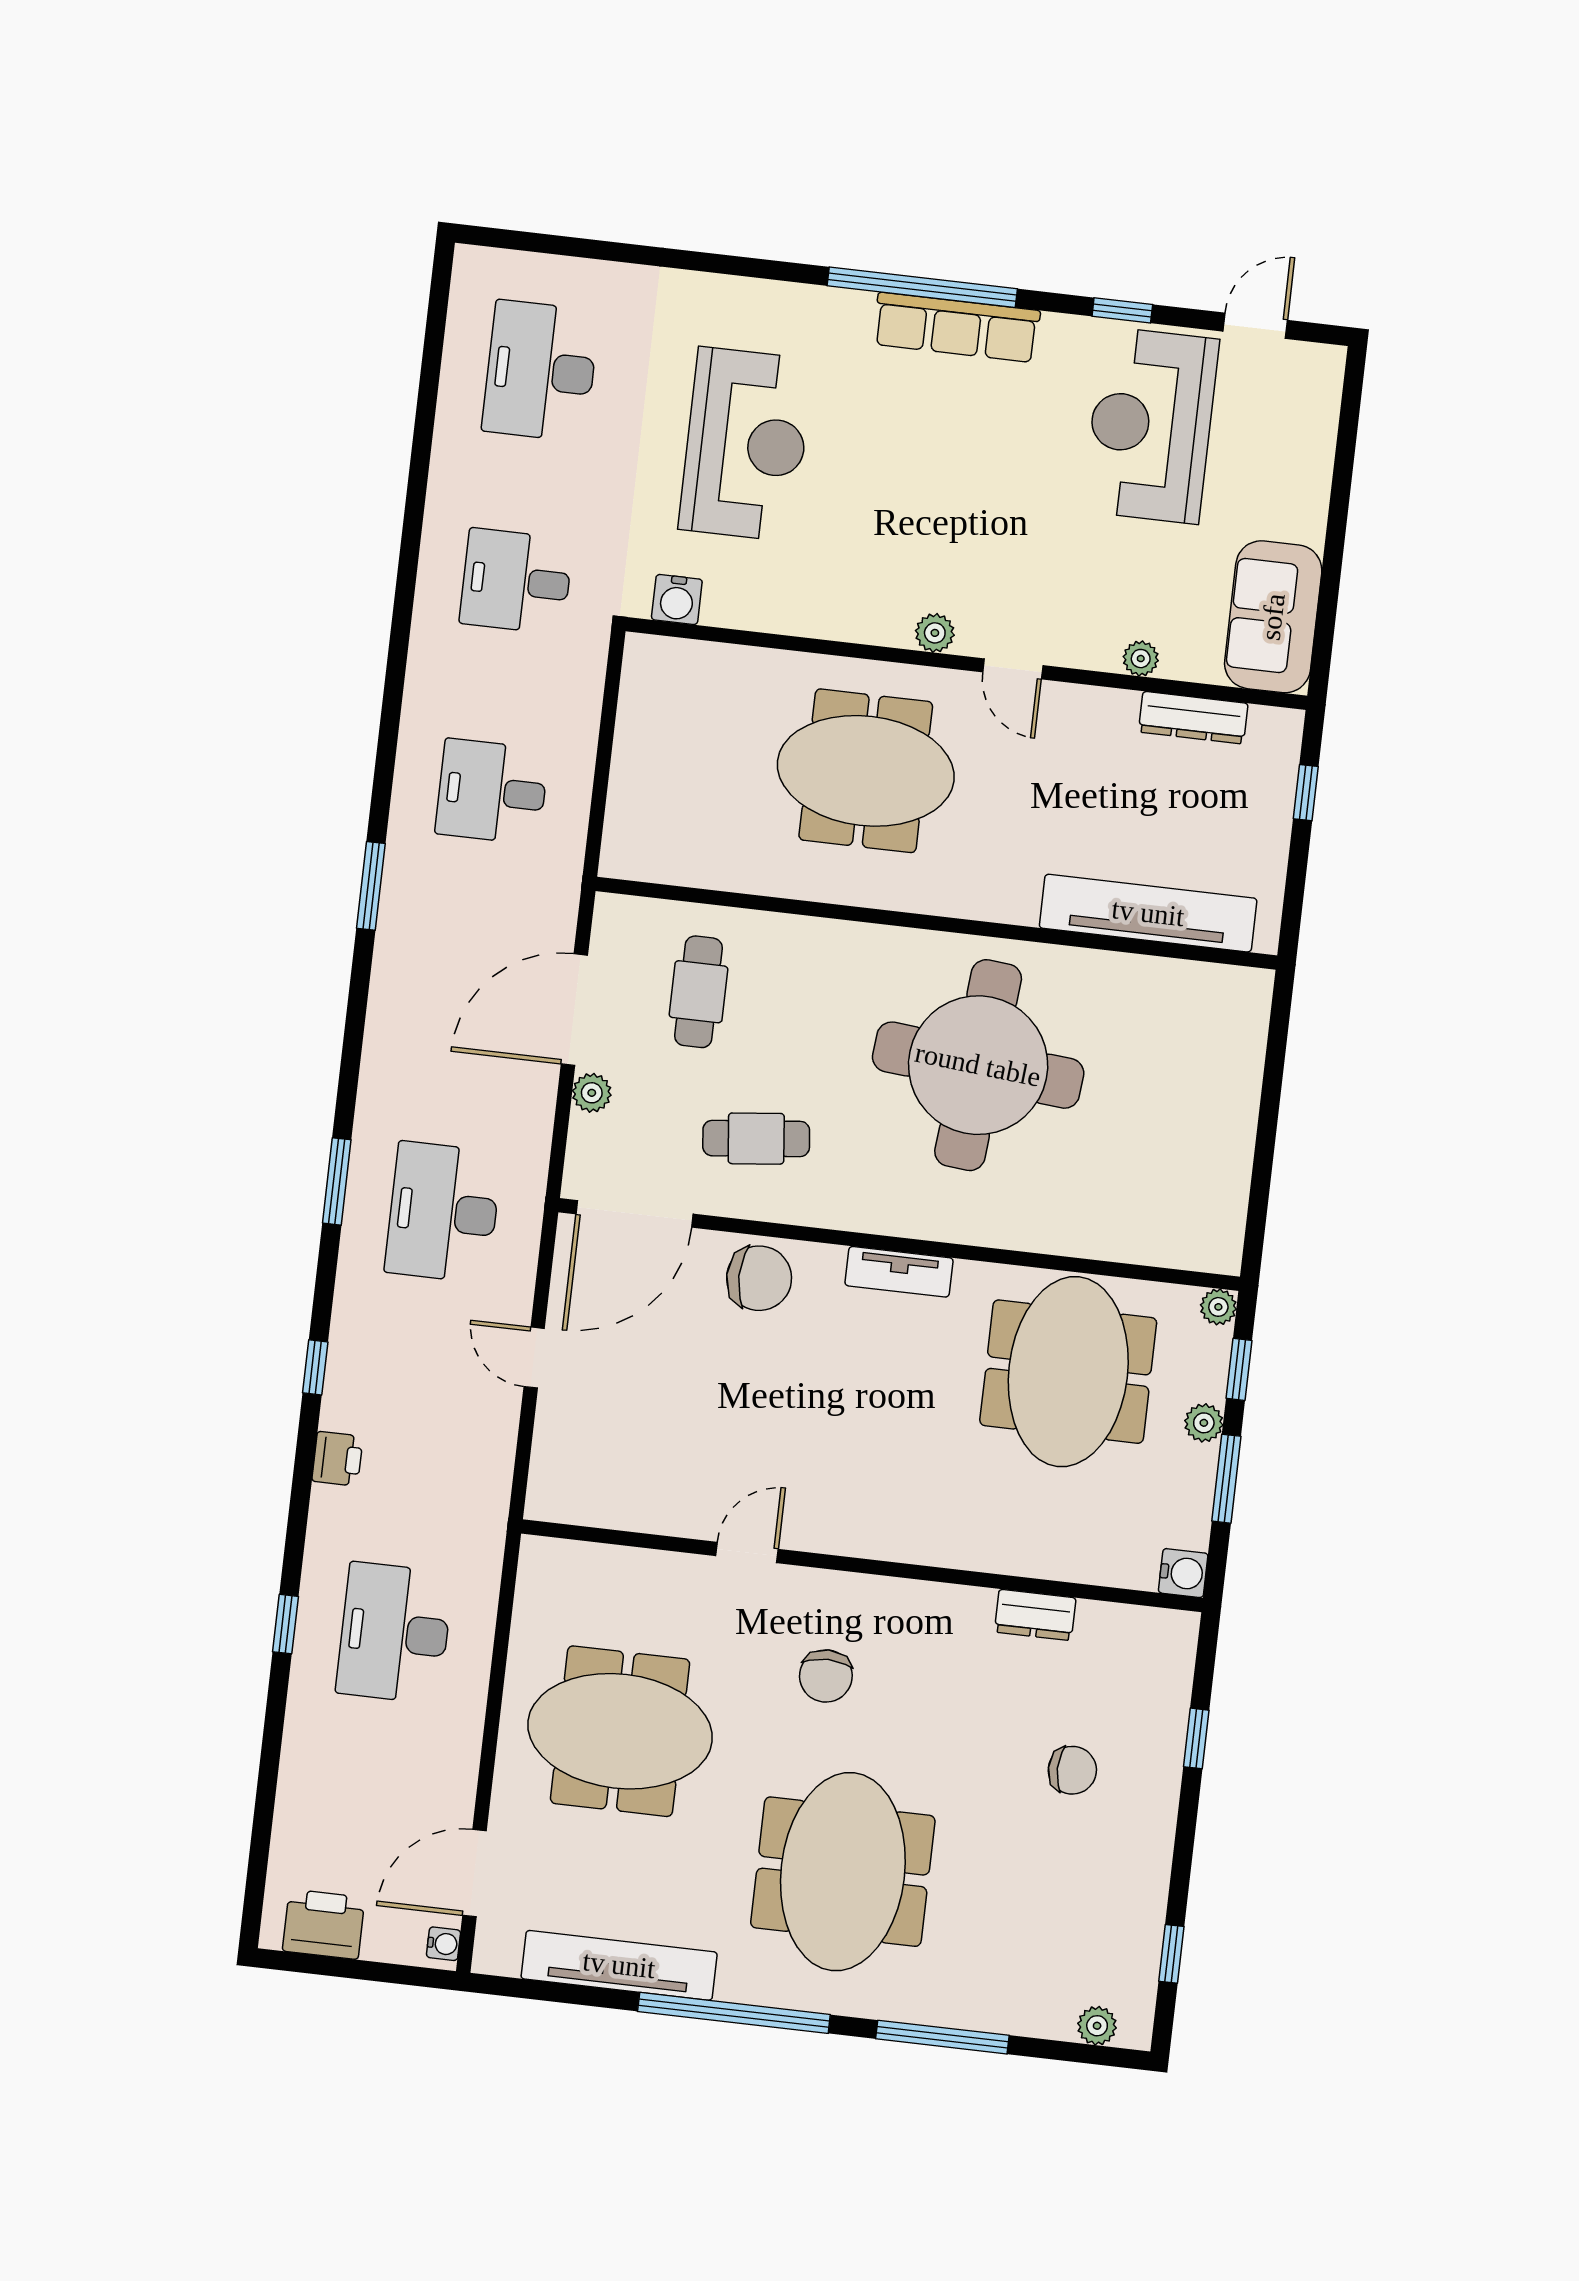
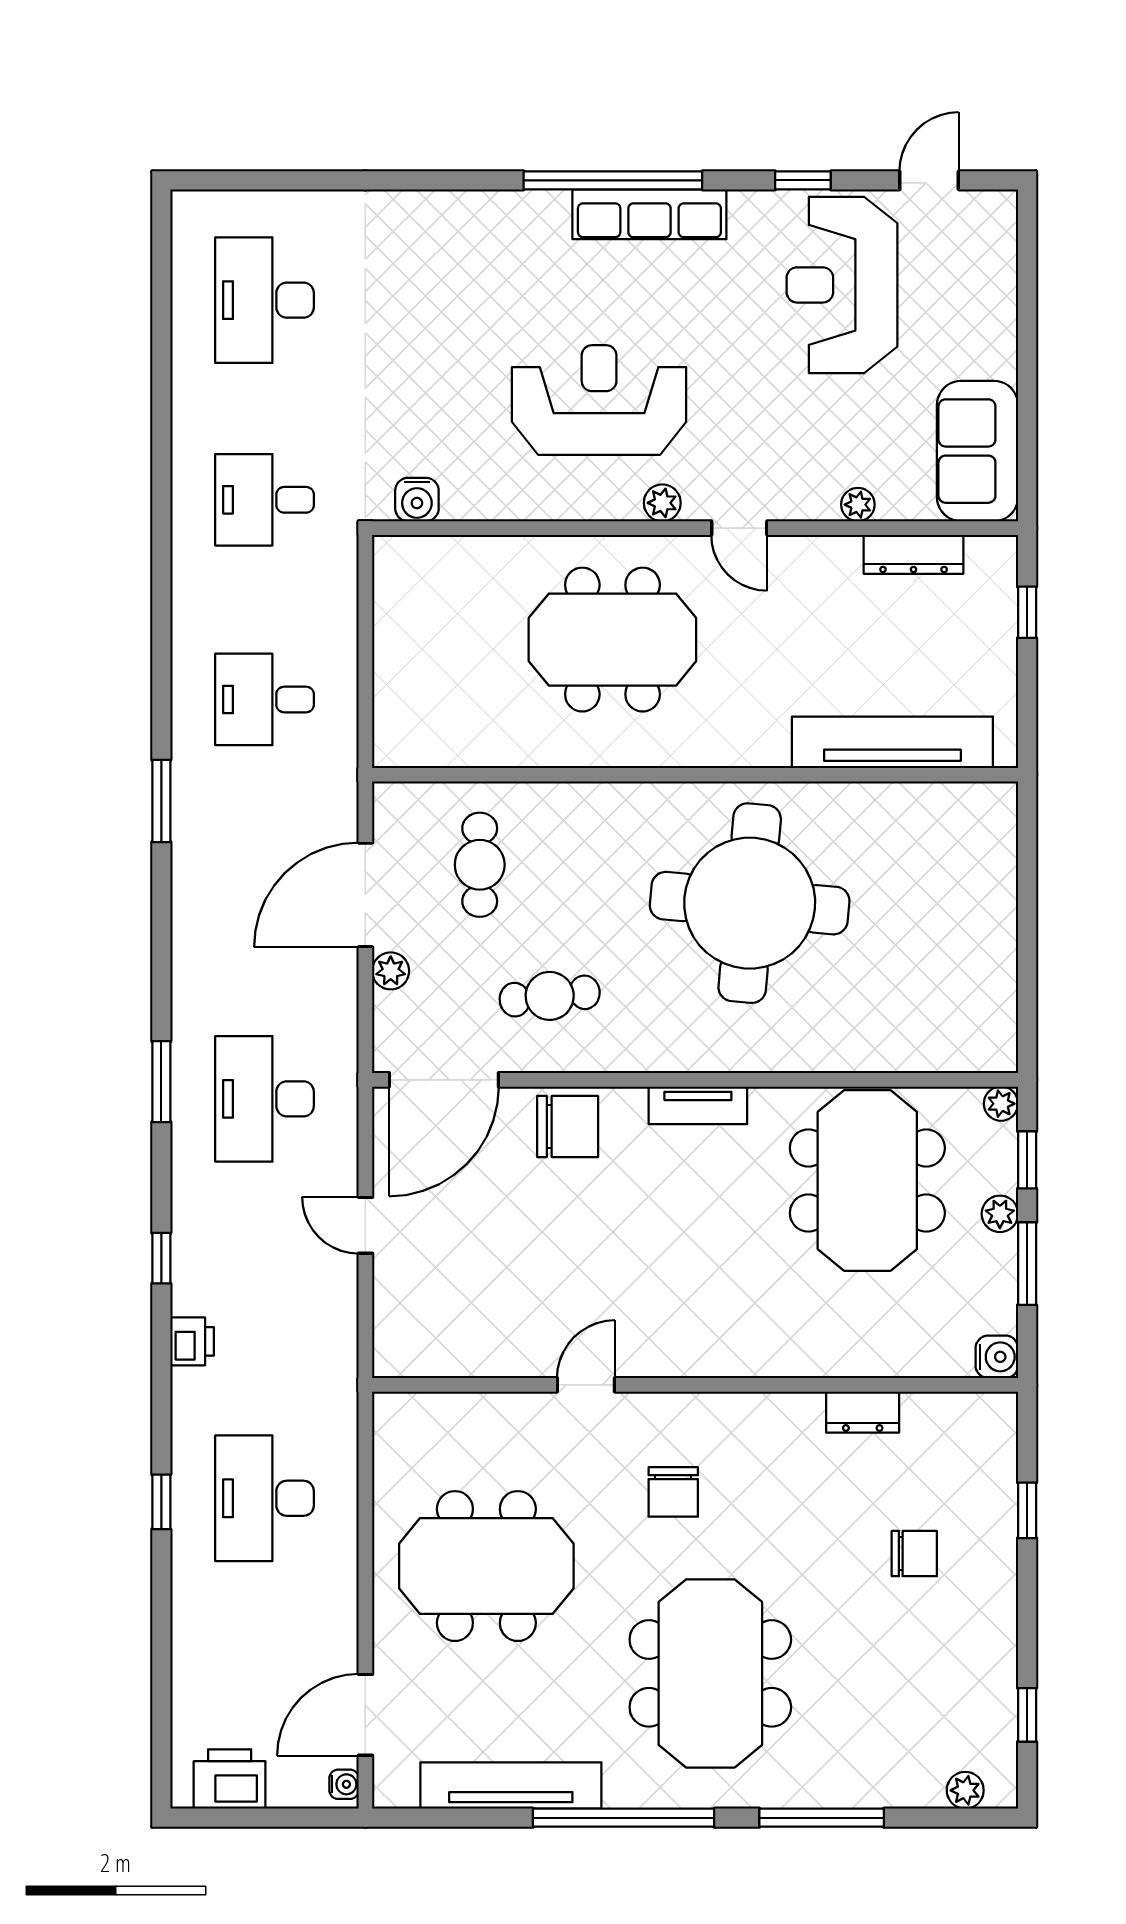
reception desk: (746, 444) -> (599, 400), moved, turned -90

